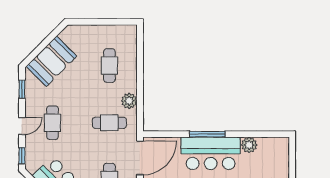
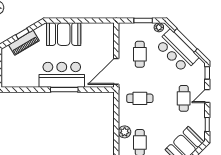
plant: (129, 101) -> (125, 132), moved
plant: (249, 145) -> (32, 81), removed

